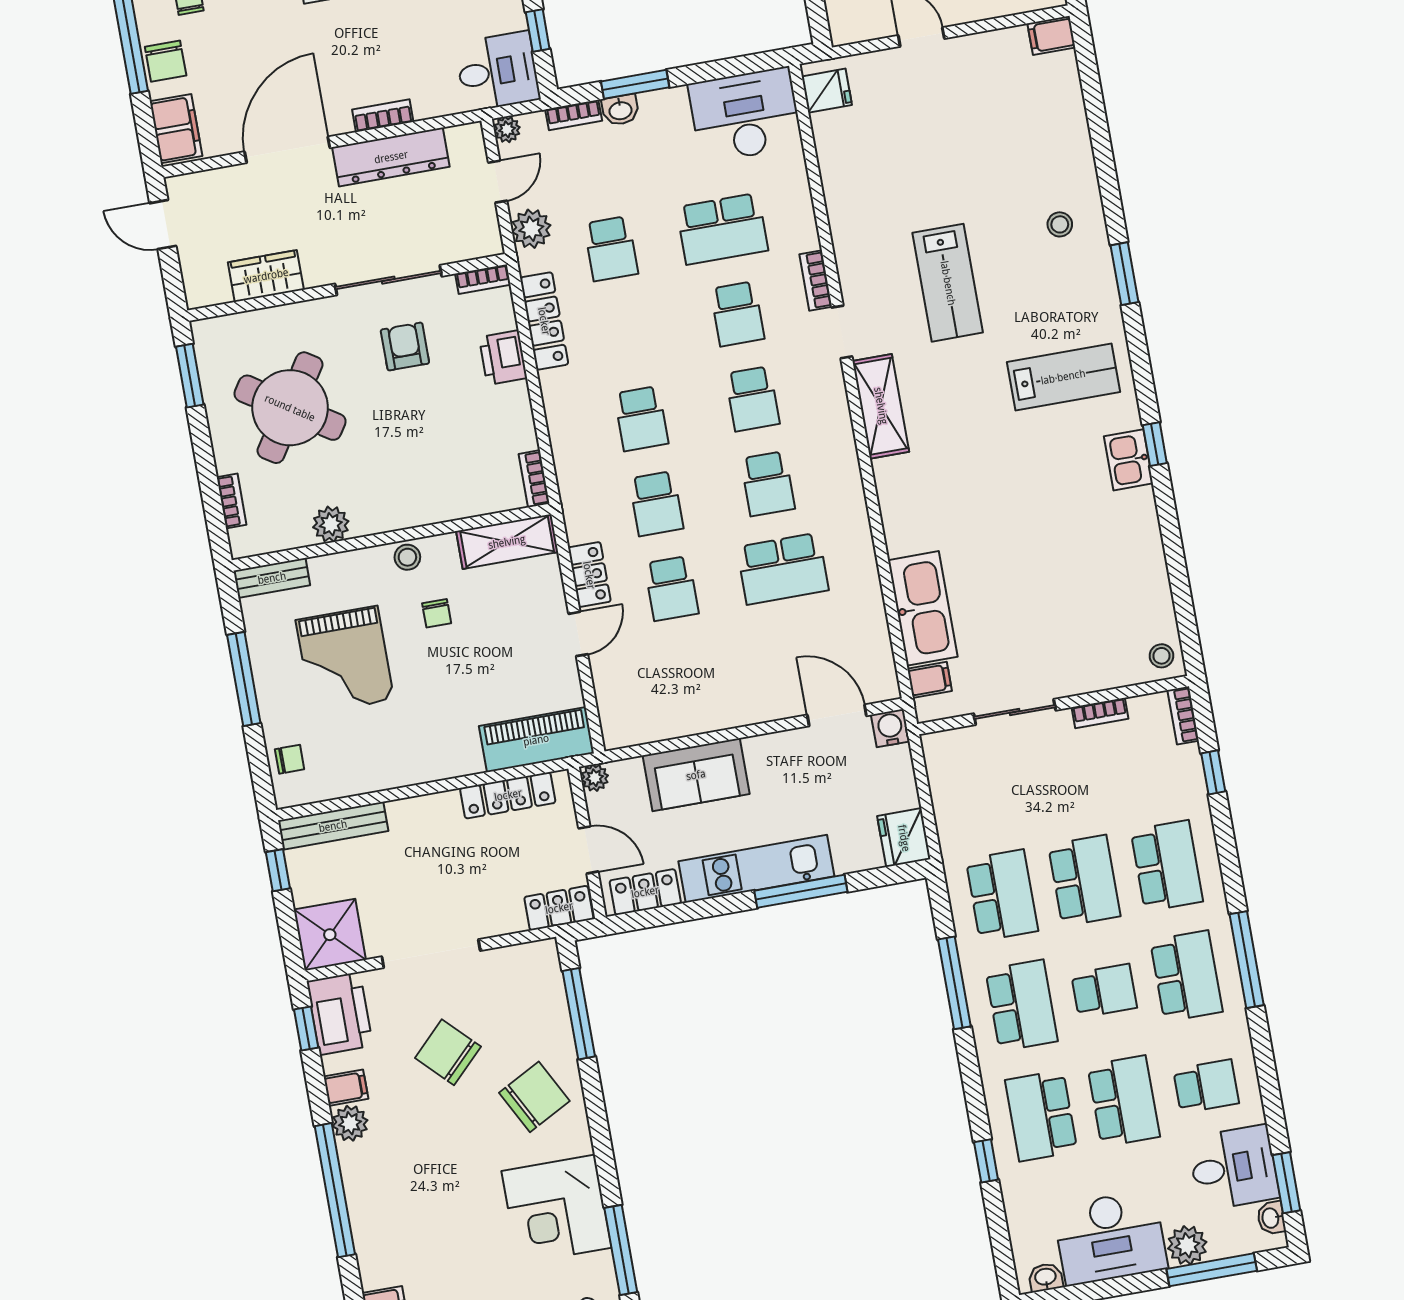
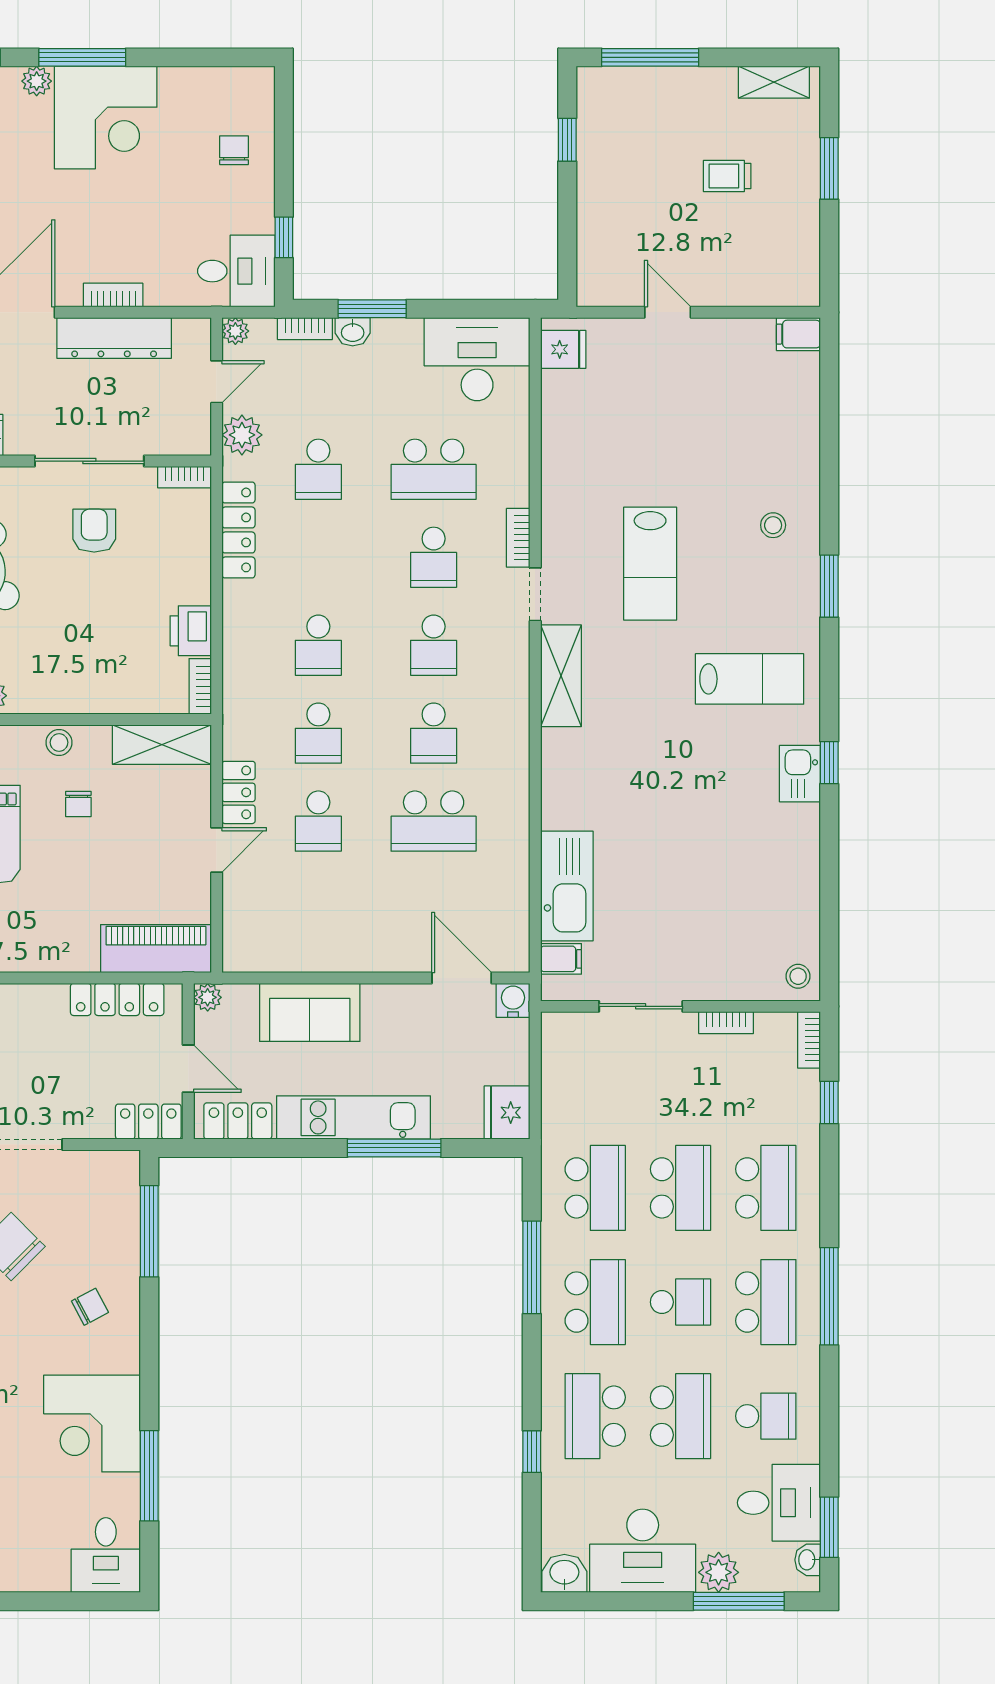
printer: (503, 358) -> (191, 631), moved
chair: (534, 1097) -> (90, 1307), width x0.54, depth x0.54
washbasin: (1046, 1277) -> (564, 1573), width x1.38, depth x1.45

